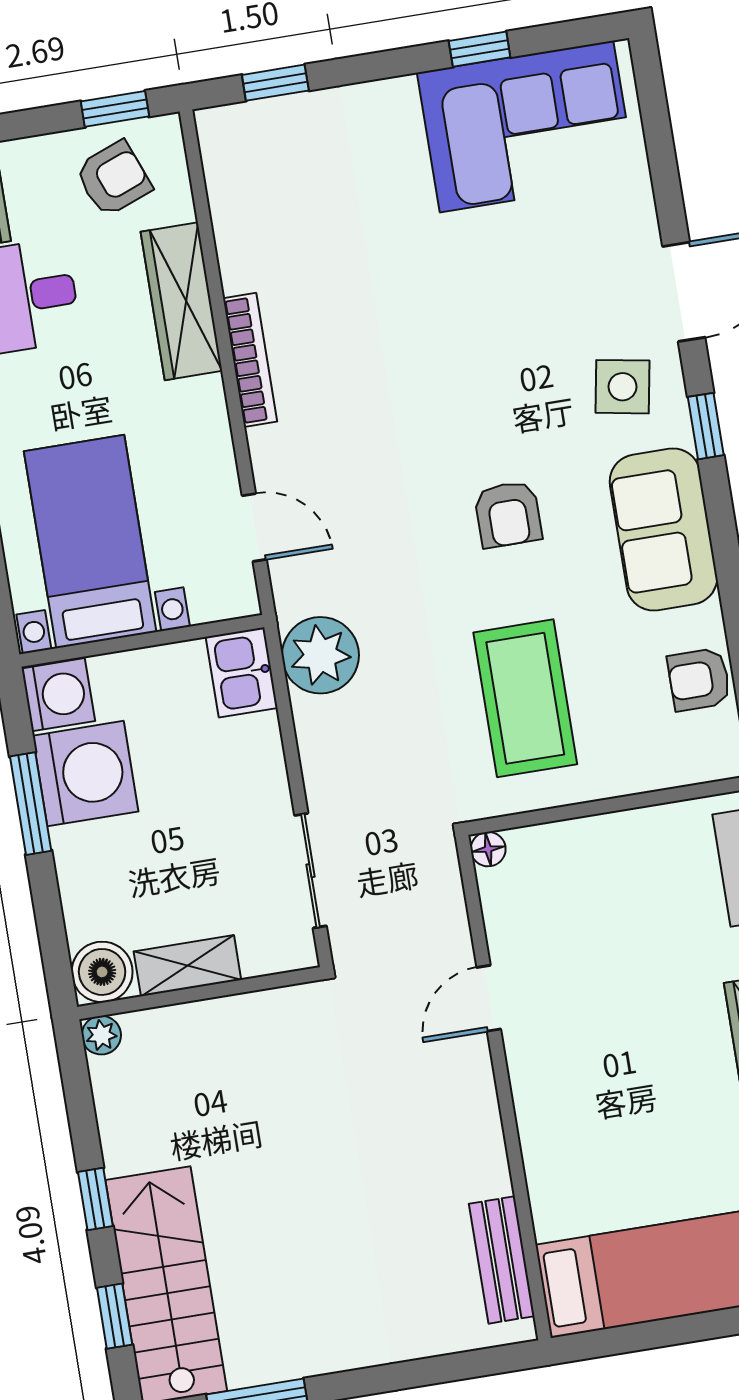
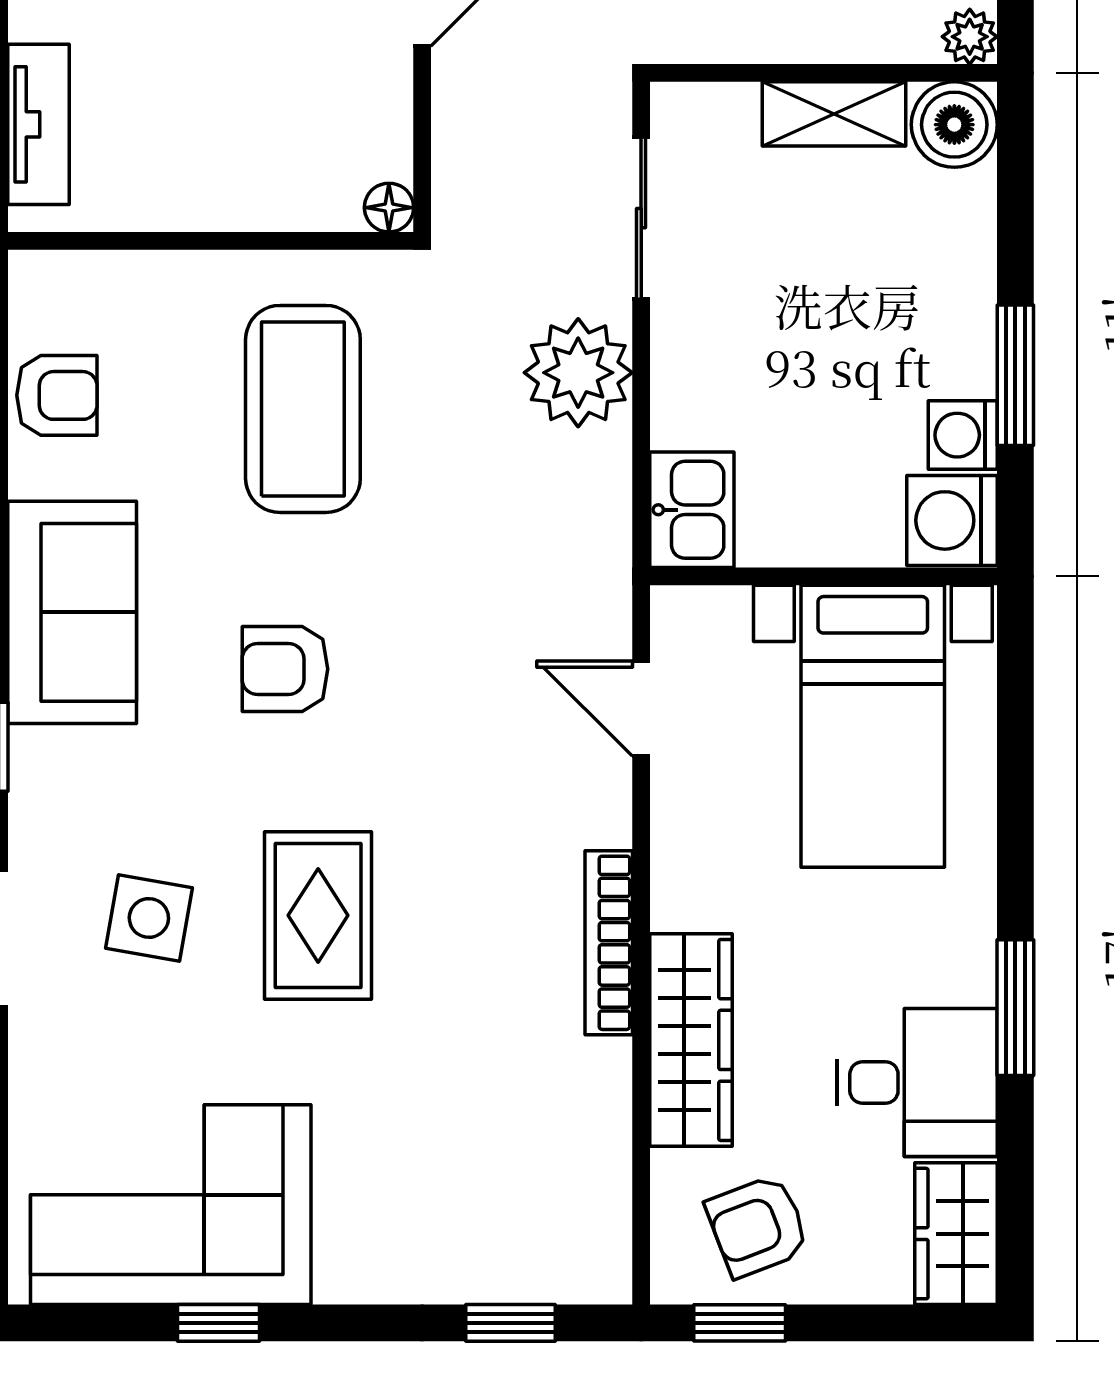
rug: (457, 346) -> (318, 915), added
side table: (622, 387) -> (149, 918), moved
armchair: (508, 514) -> (285, 669), turned -90
plant: (320, 655) -> (578, 373), moved
washing machine: (85, 774) -> (963, 435), width x0.53, depth x0.53

